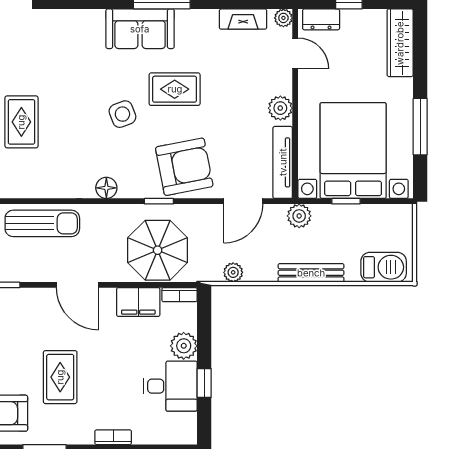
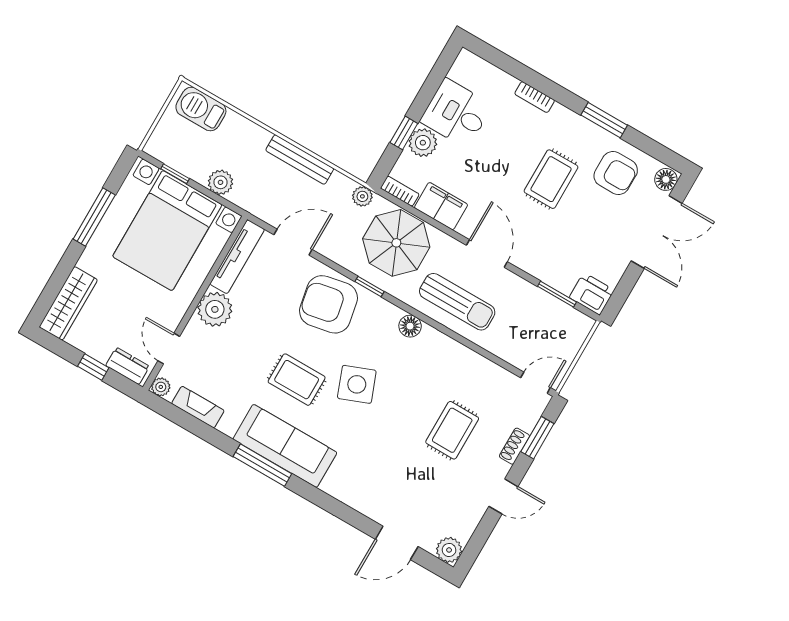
sofa: (140, 29) -> (285, 446), width x1.36
plant: (280, 108) -> (215, 309), width x1.36, depth x1.36
side table: (122, 114) -> (357, 384), width x1.37, depth x1.37
window: (346, 201) -> (175, 174), moved
plant: (299, 216) -> (221, 182), moved
sun lounger: (42, 223) -> (457, 302), moved, turned 180
plant: (233, 272) -> (362, 196), moved
bench: (311, 273) -> (300, 159), moved
window: (204, 383) -> (404, 133), moved

